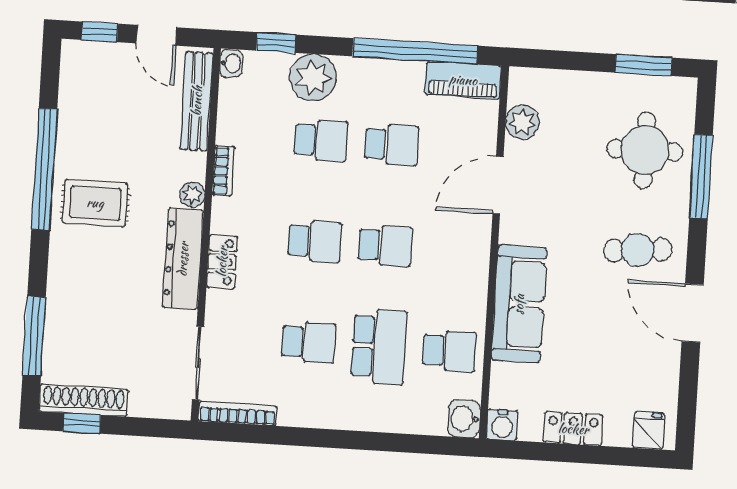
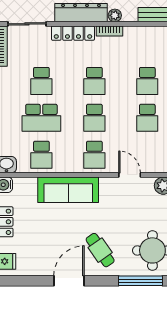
bookcase: (223, 171) -> (110, 31), moved
door: (498, 185) -> (130, 175), width x0.73
school desk: (455, 250) -> (94, 155), added
cafe table: (638, 250) -> (100, 250), turned -30
locker: (222, 262) -> (73, 33), width x1.53

